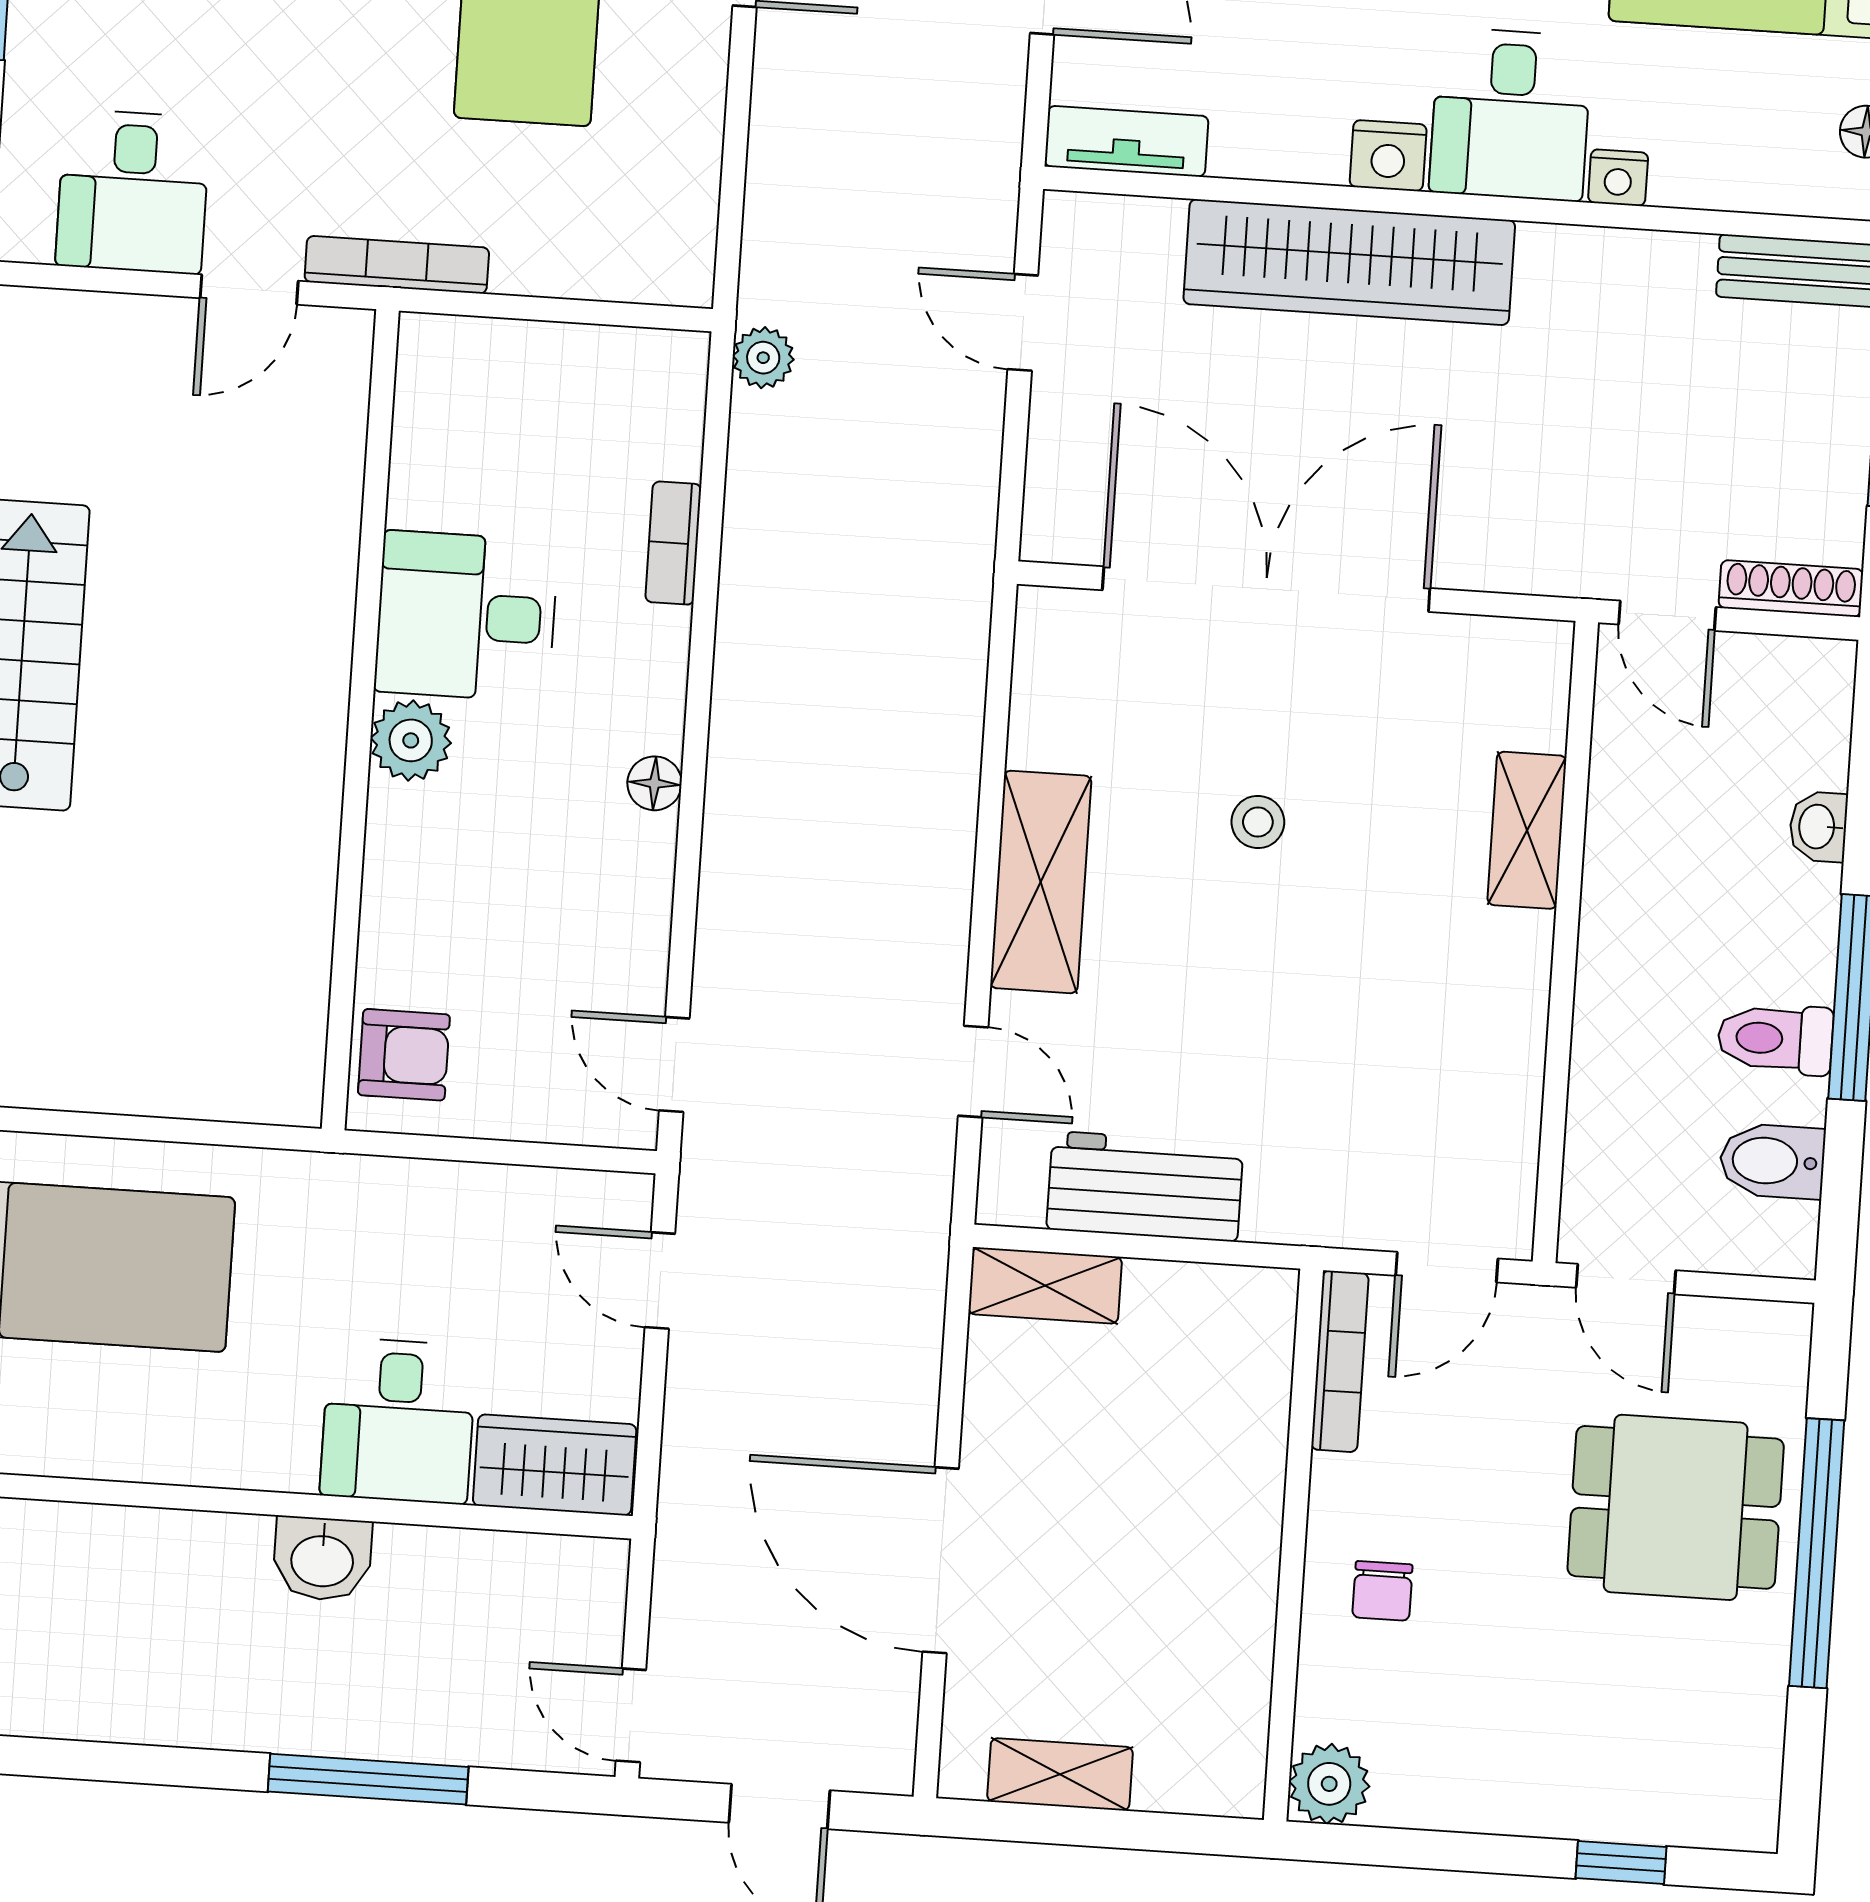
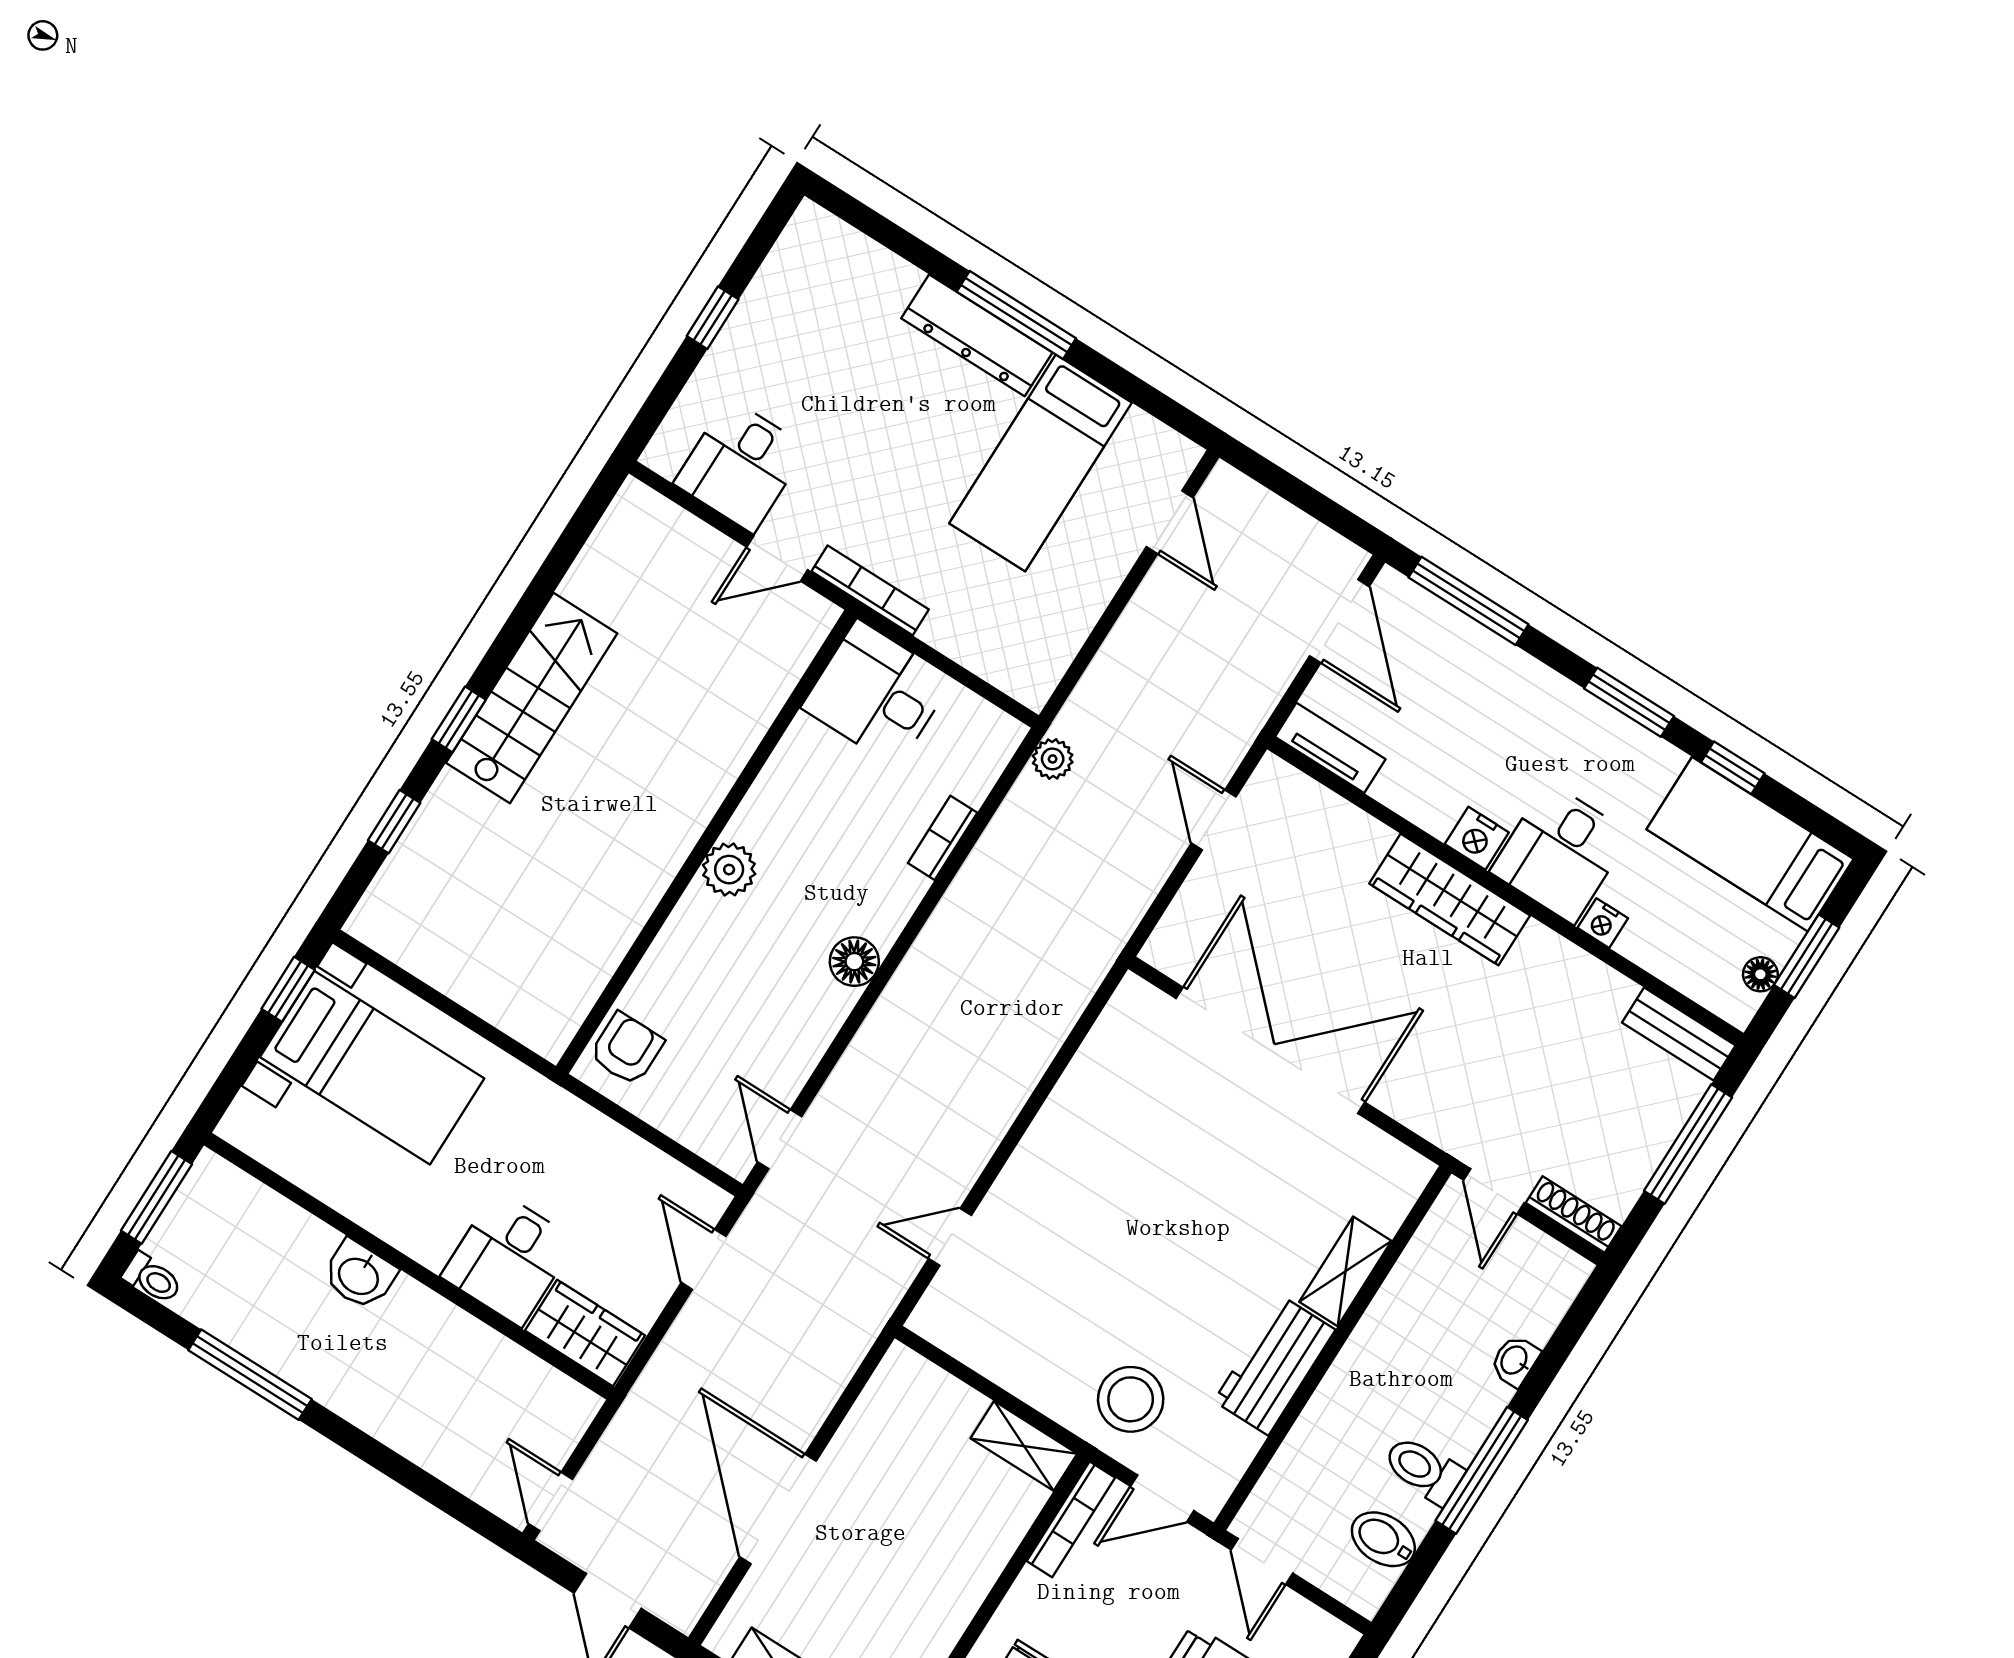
wardrobe: (1349, 262) -> (1450, 900), width x0.71, depth x0.85
desk: (466, 616) -> (877, 693), moved
floor lamp: (655, 783) -> (854, 962), width x1.37, depth x1.37
stool: (1258, 822) -> (1131, 1399), moved, width x1.89, depth x1.89
shelving: (1041, 882) -> (1048, 1149), removed
armchair: (404, 1055) -> (627, 1049), turned -90
door: (973, 1072) -> (950, 1237), swing flipped
workbench: (1145, 1186) -> (1275, 1365), moved, turned -90
shelving: (1045, 1285) -> (1024, 1446), moved
washbasin: (322, 1559) -> (359, 1275), moved
window: (368, 1779) -> (250, 1375), moved

